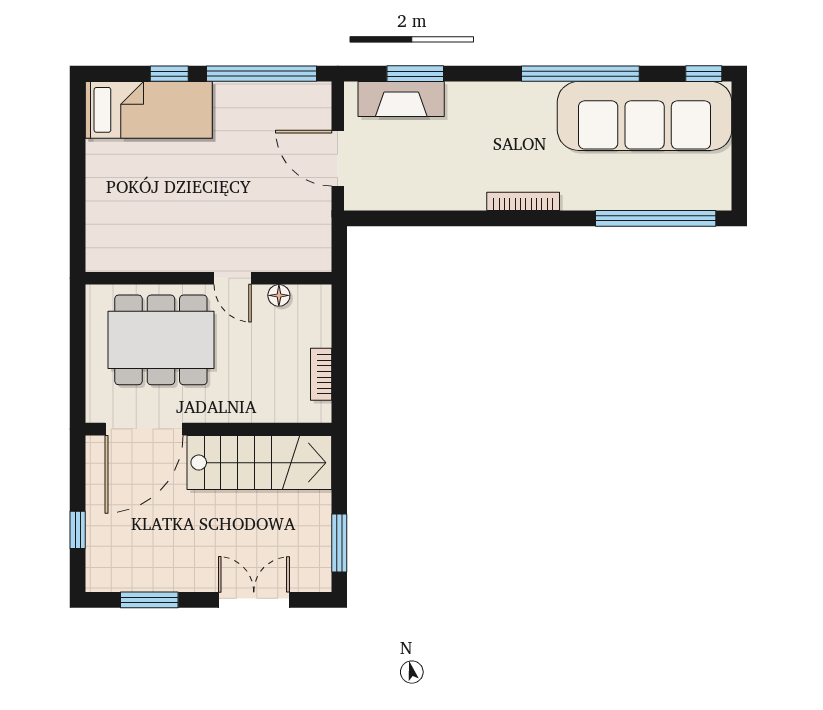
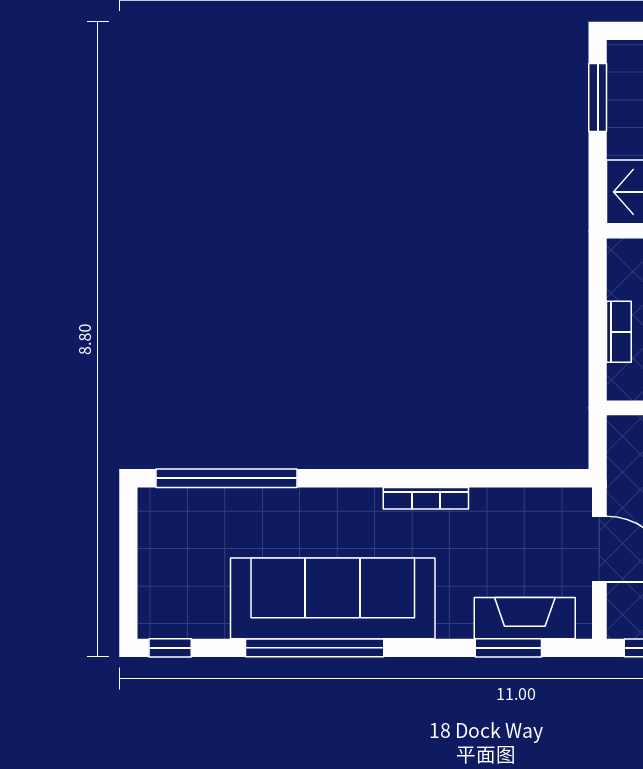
sofa: (645, 116) -> (333, 598), moved
bookcase: (523, 201) -> (426, 498), moved
bookcase: (321, 374) -> (619, 332), moved

